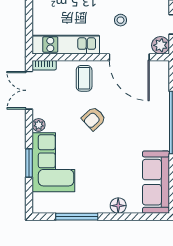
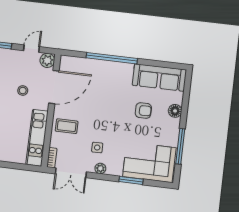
side table: (63, 118) -> (97, 148), added
armchair: (94, 119) -> (143, 111), moved, turned -47
corner sofa: (53, 162) -> (149, 162), moved

